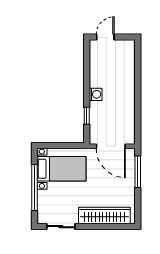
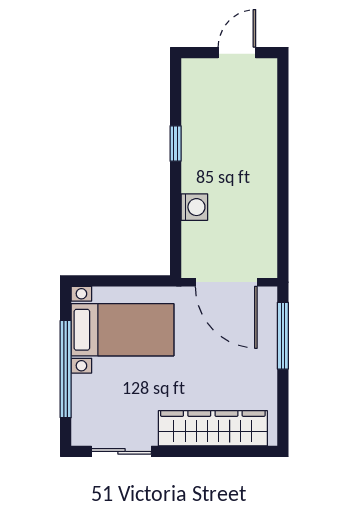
door: (105, 37) -> (237, 53), moved
washing machine: (96, 94) -> (194, 207), moved
window: (87, 116) -> (176, 143), moved

